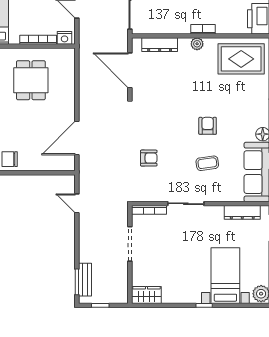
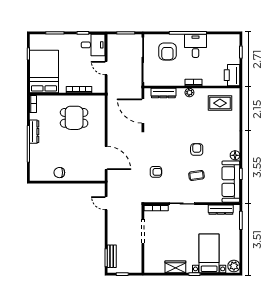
nightstand: (65, 38) -> (97, 88), removed
rug: (241, 59) -> (220, 103), width x0.73, depth x0.70
dining table: (31, 80) -> (74, 118), turned 90
door: (77, 138) -> (106, 158), swing flipped
wardrobe: (146, 295) -> (175, 267), moved

